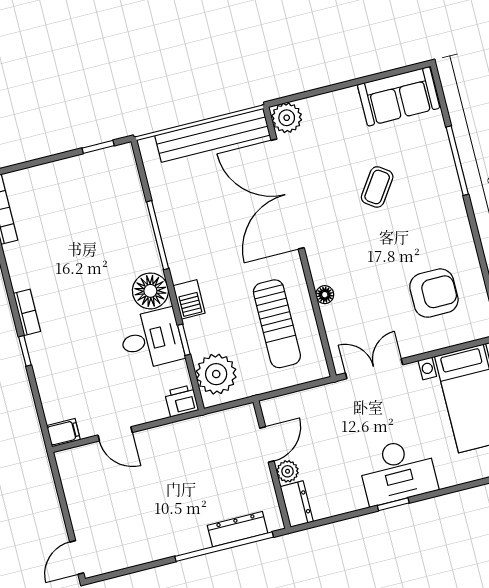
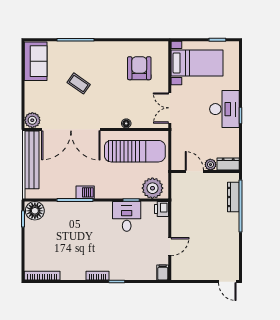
floor lamp: (150, 291) -> (35, 211), moved
barbecue: (189, 299) -> (85, 192), moved
sun lounger: (277, 324) -> (135, 151), width x1.36, depth x1.34

